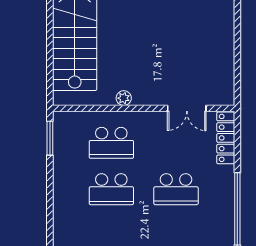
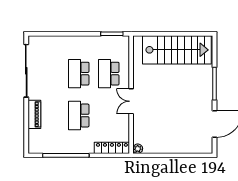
plant: (124, 98) -> (138, 149), moved
double door: (187, 108) -> (131, 101), moved

